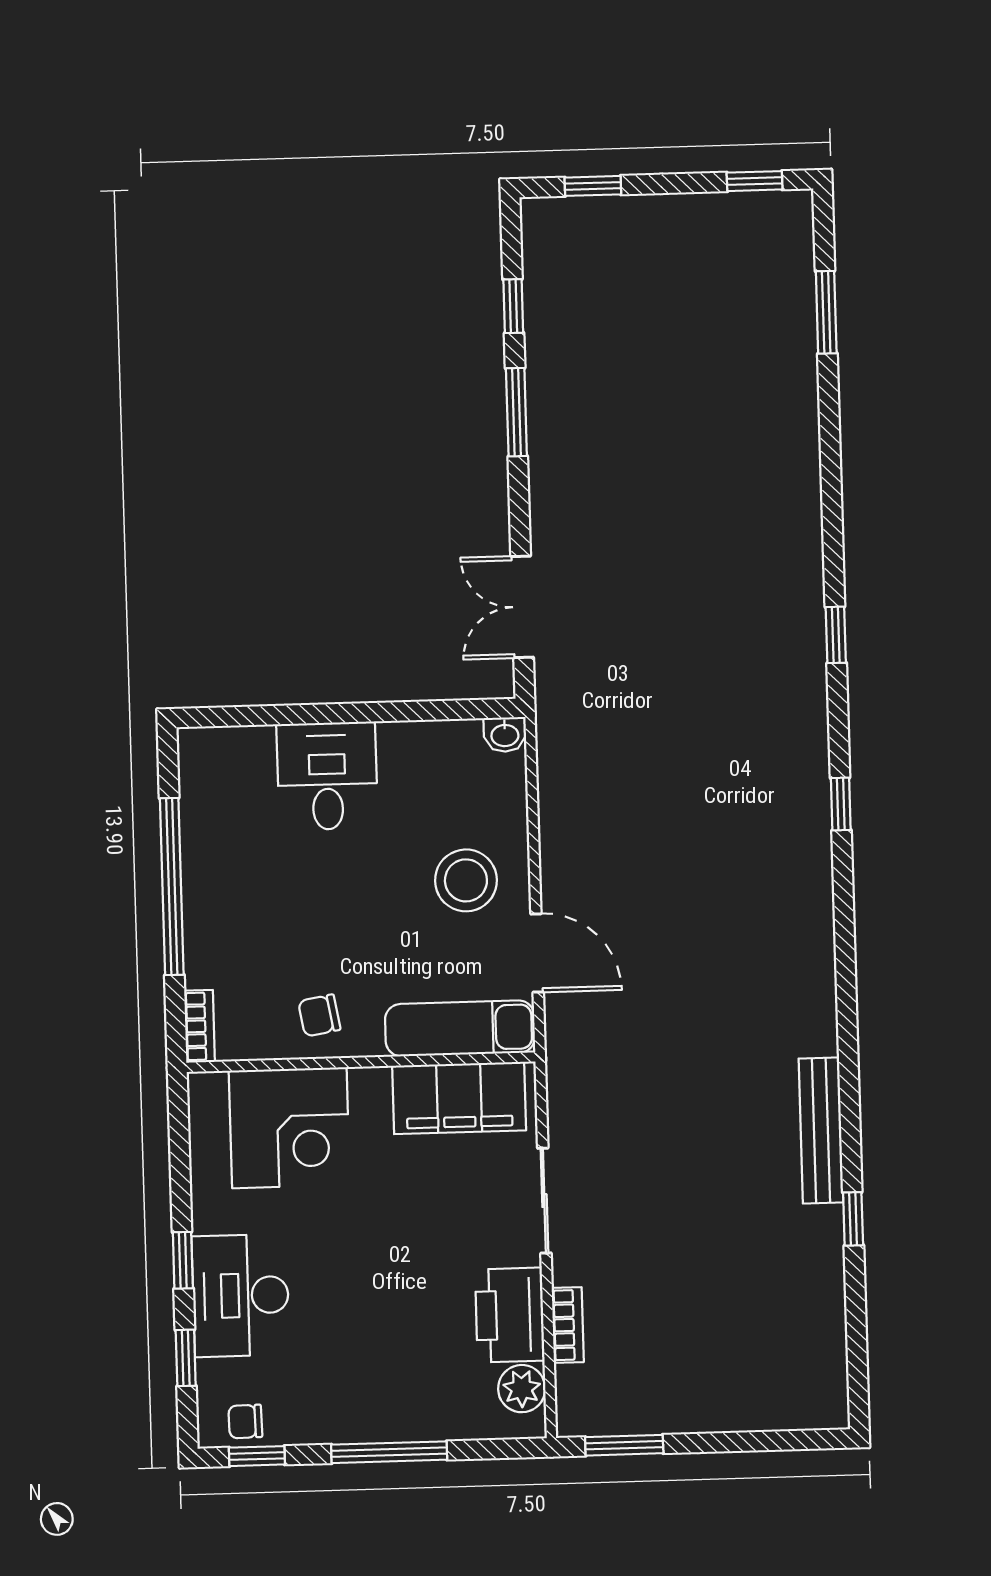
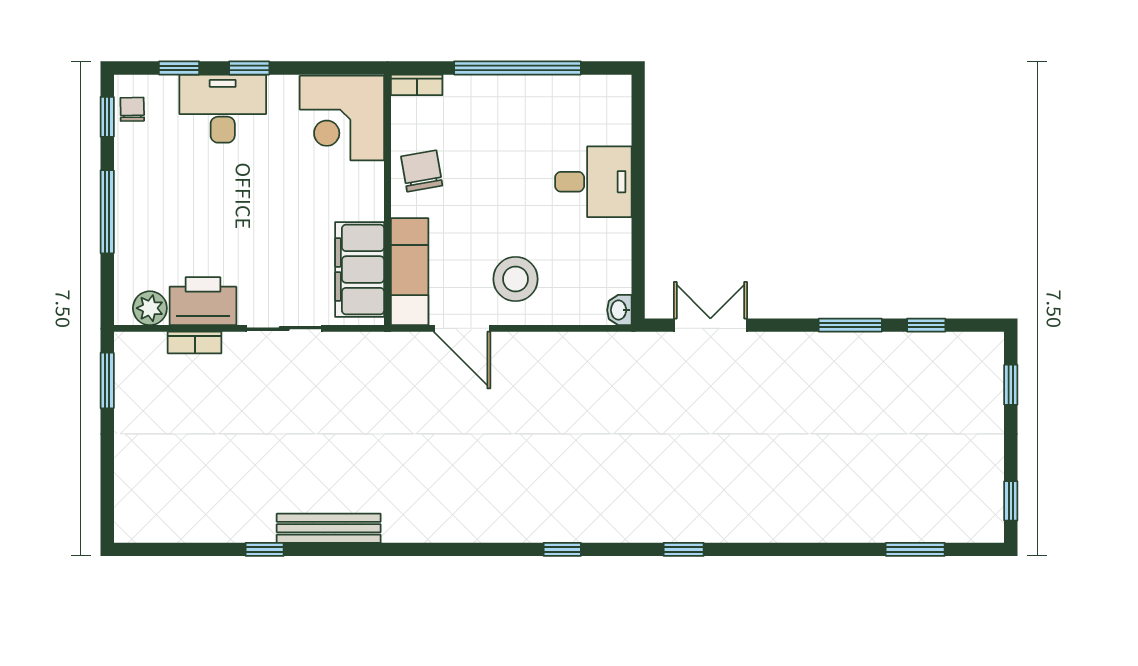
door: (537, 953) -> (462, 328), hinge flipped
chair: (319, 1015) -> (422, 171), width x1.37, depth x1.37
corner desk: (289, 1128) -> (342, 118), moved

